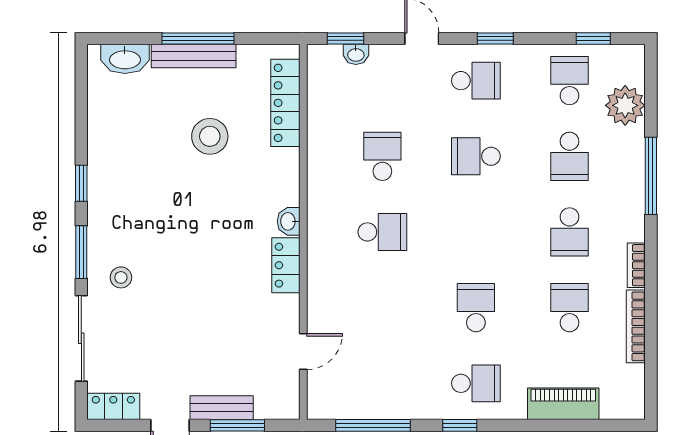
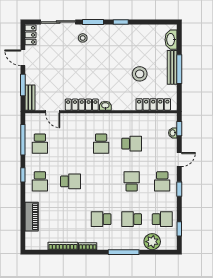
locker: (286, 265) -> (82, 105), width x1.53
school desk: (569, 308) -> (40, 144), moved, turned 90
bench: (222, 408) -> (30, 98), moved

